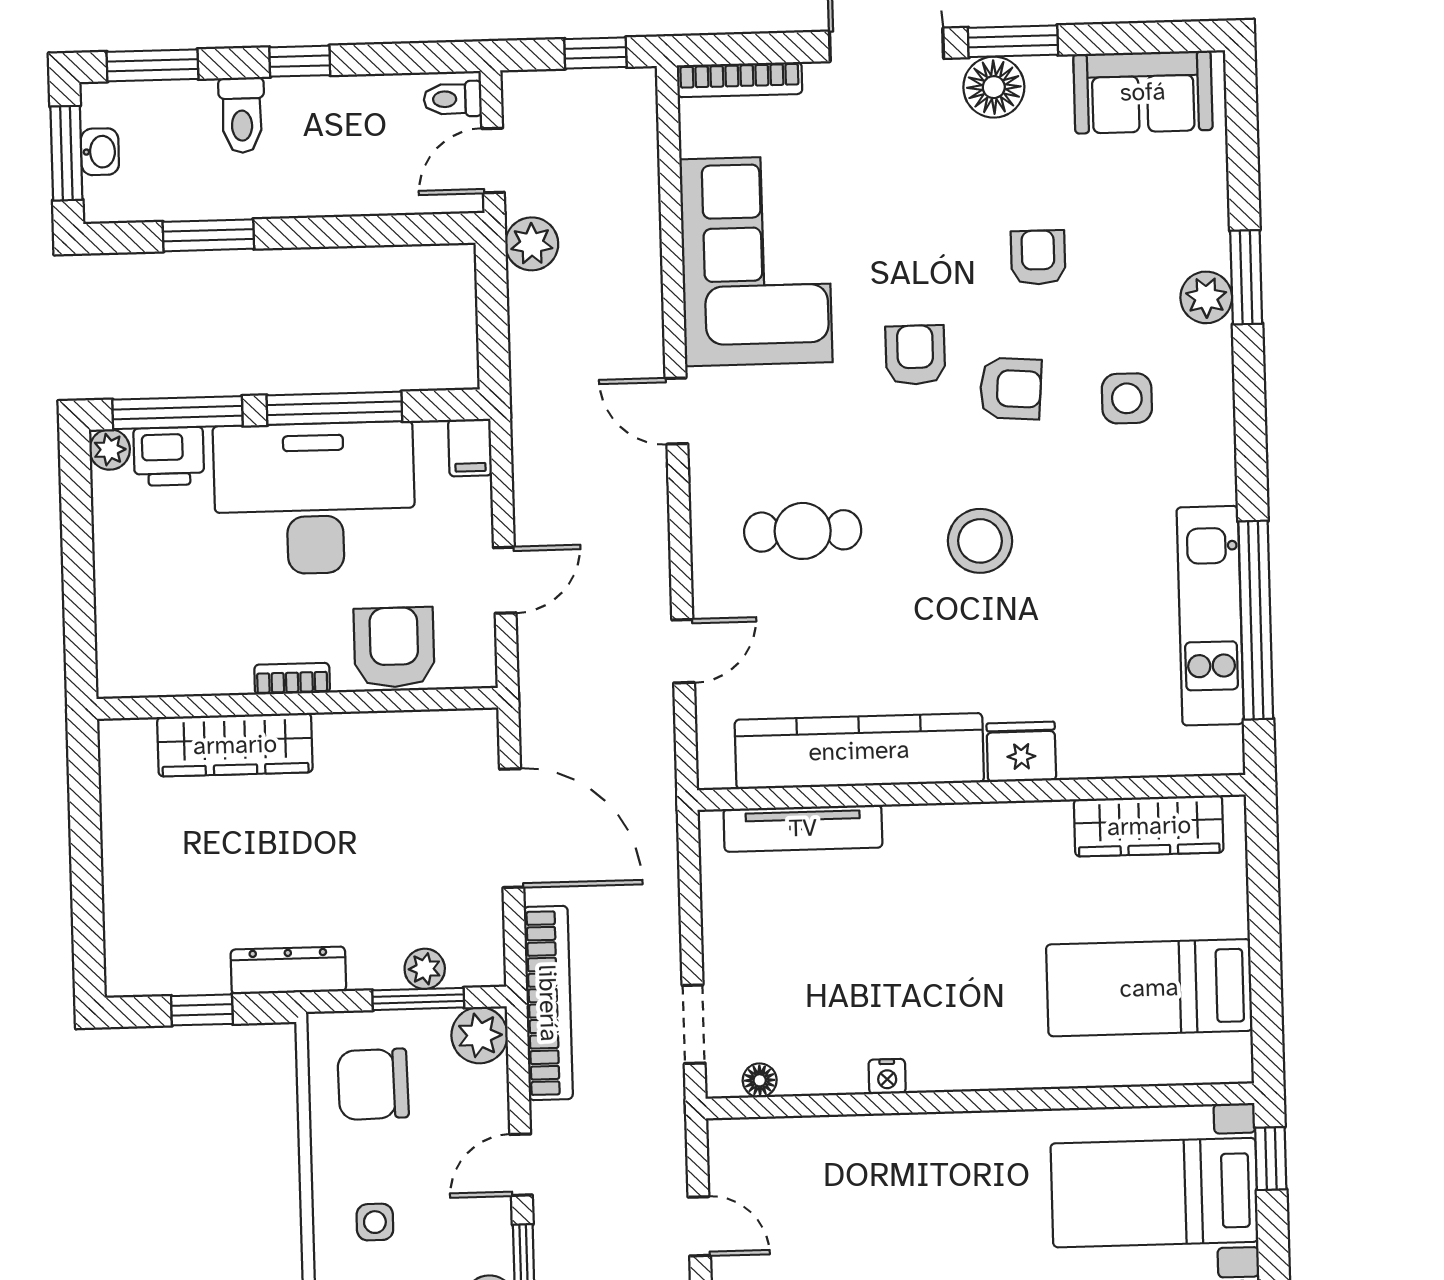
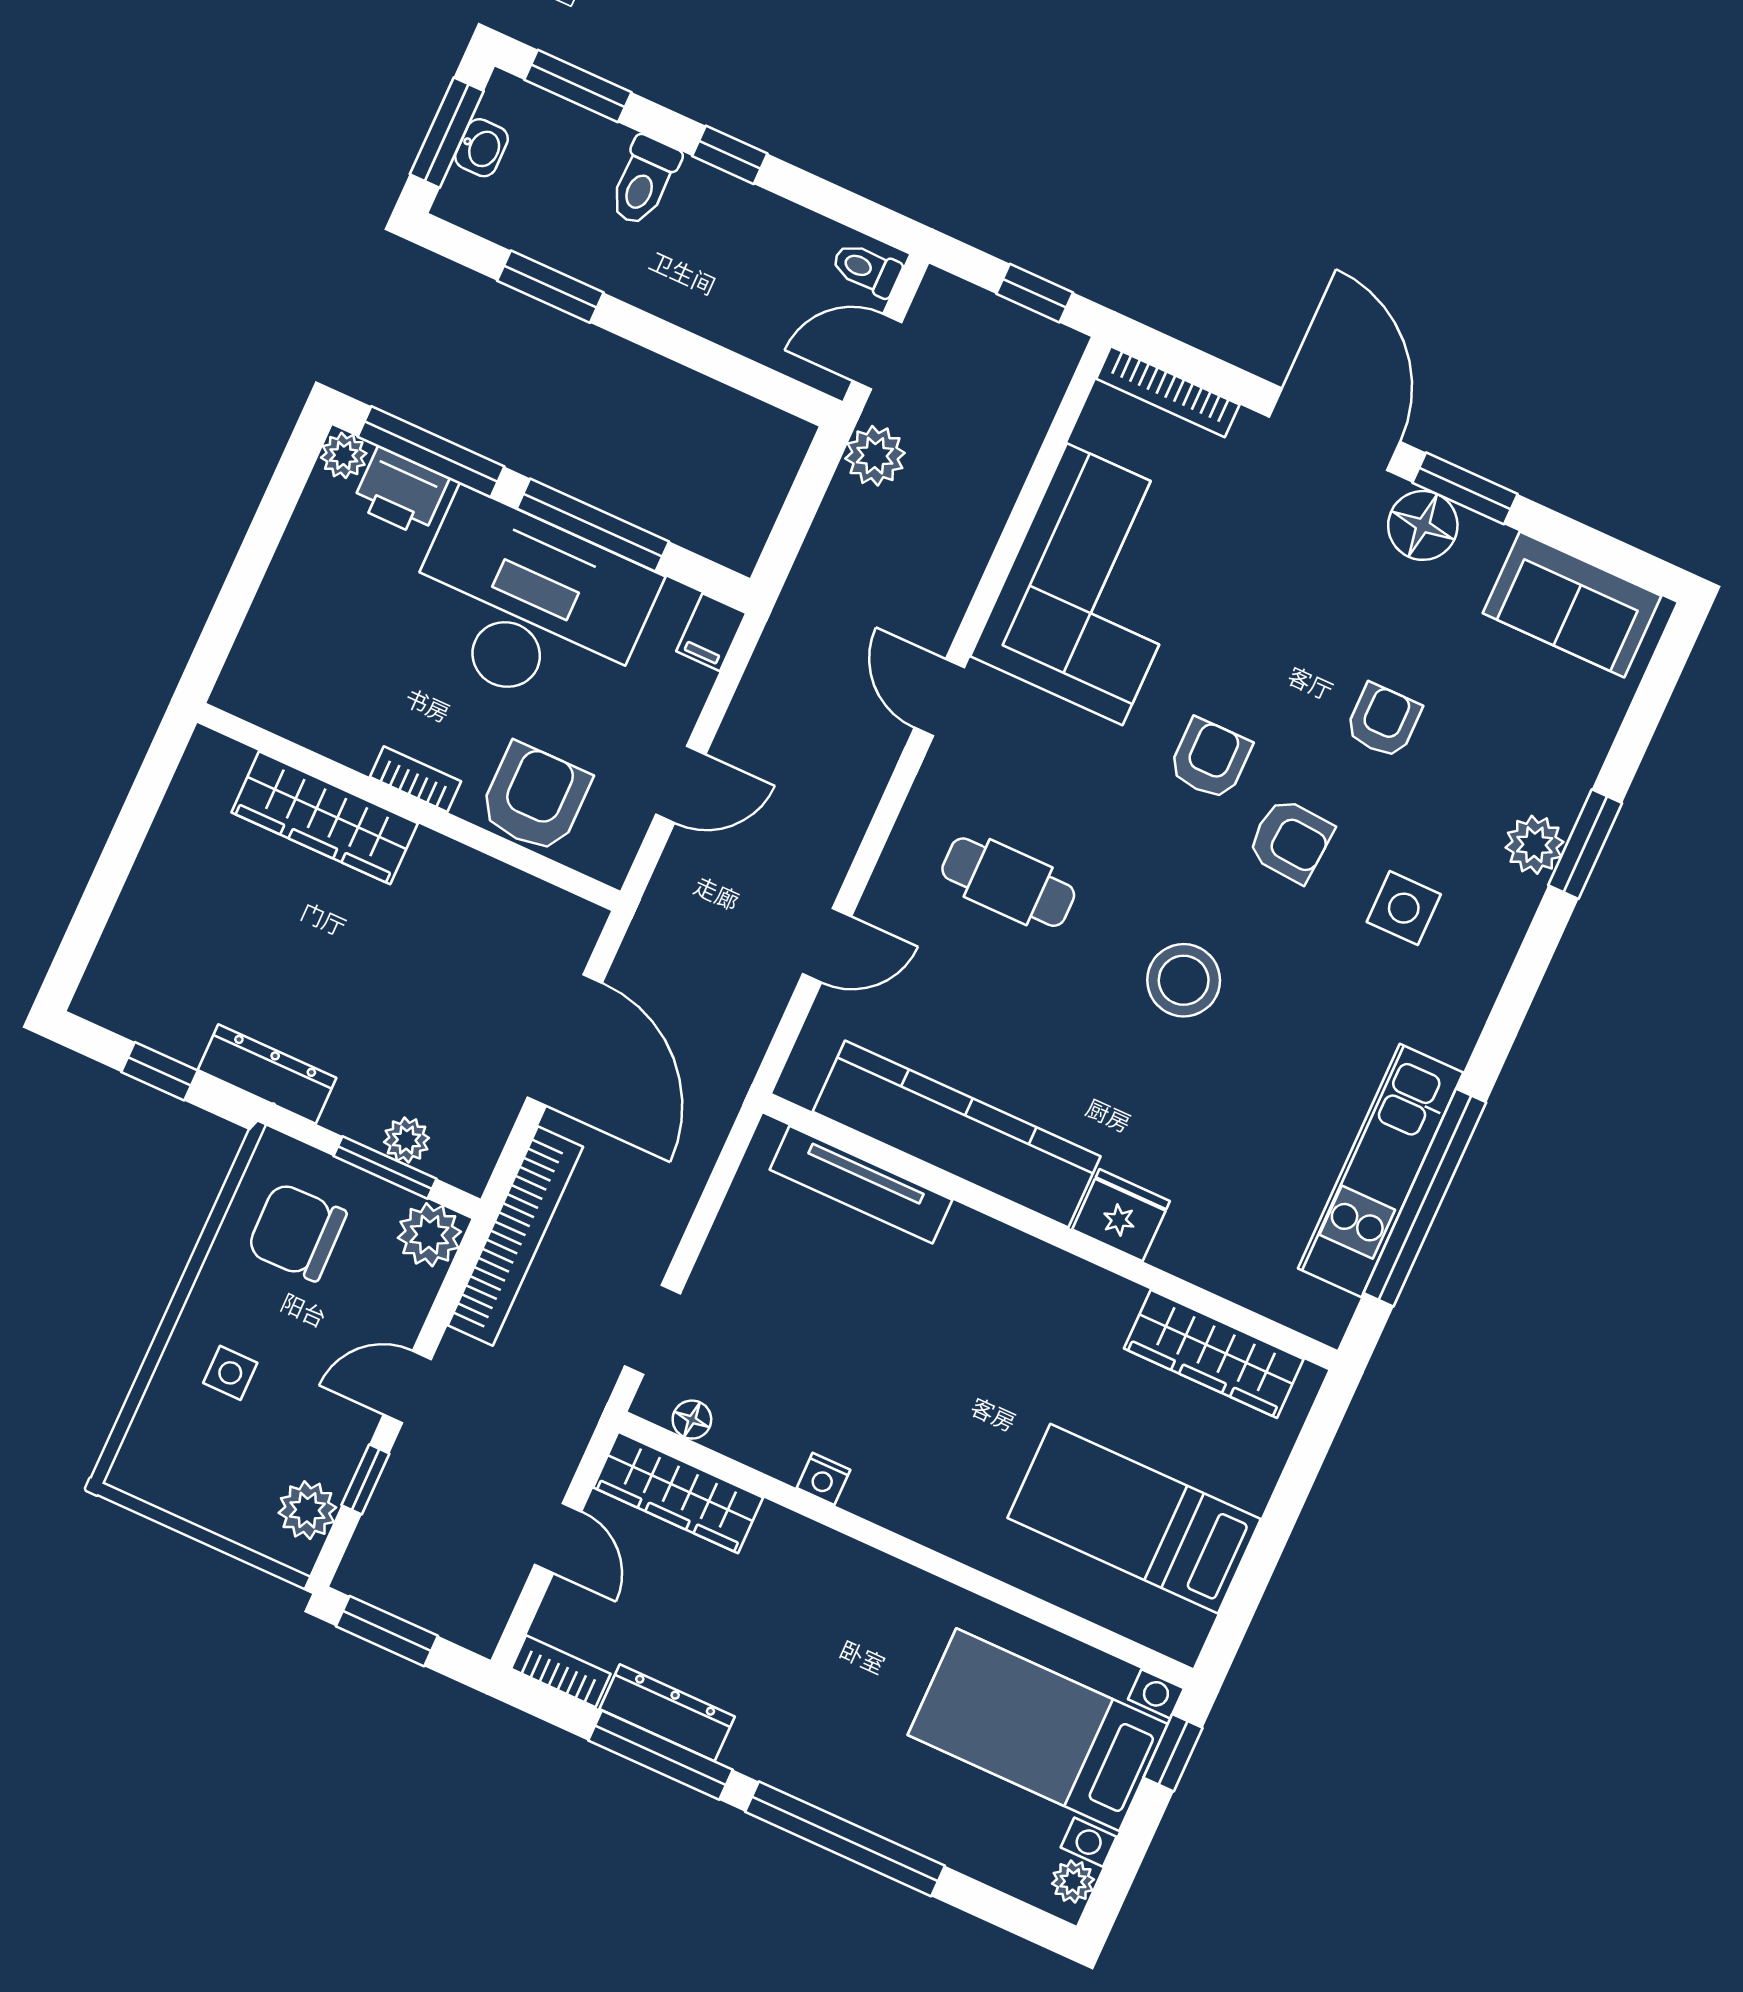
wardrobe: (777, 1144) -> (678, 1492), added

